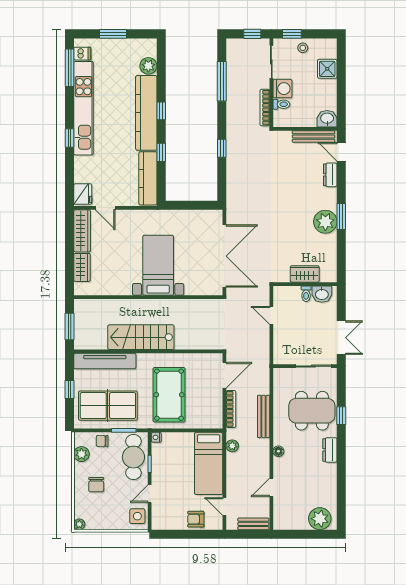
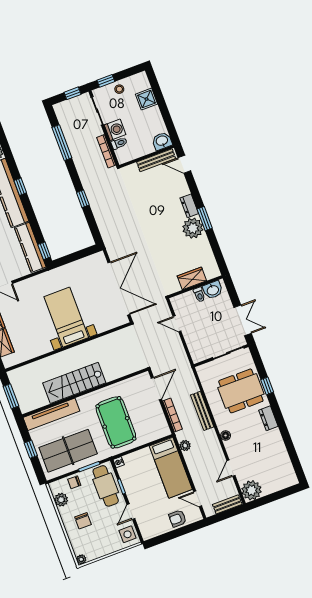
window: (161, 152) -> (44, 251), moved
dresser: (330, 175) -> (189, 206), moved
plant: (320, 519) -> (252, 490), moved

